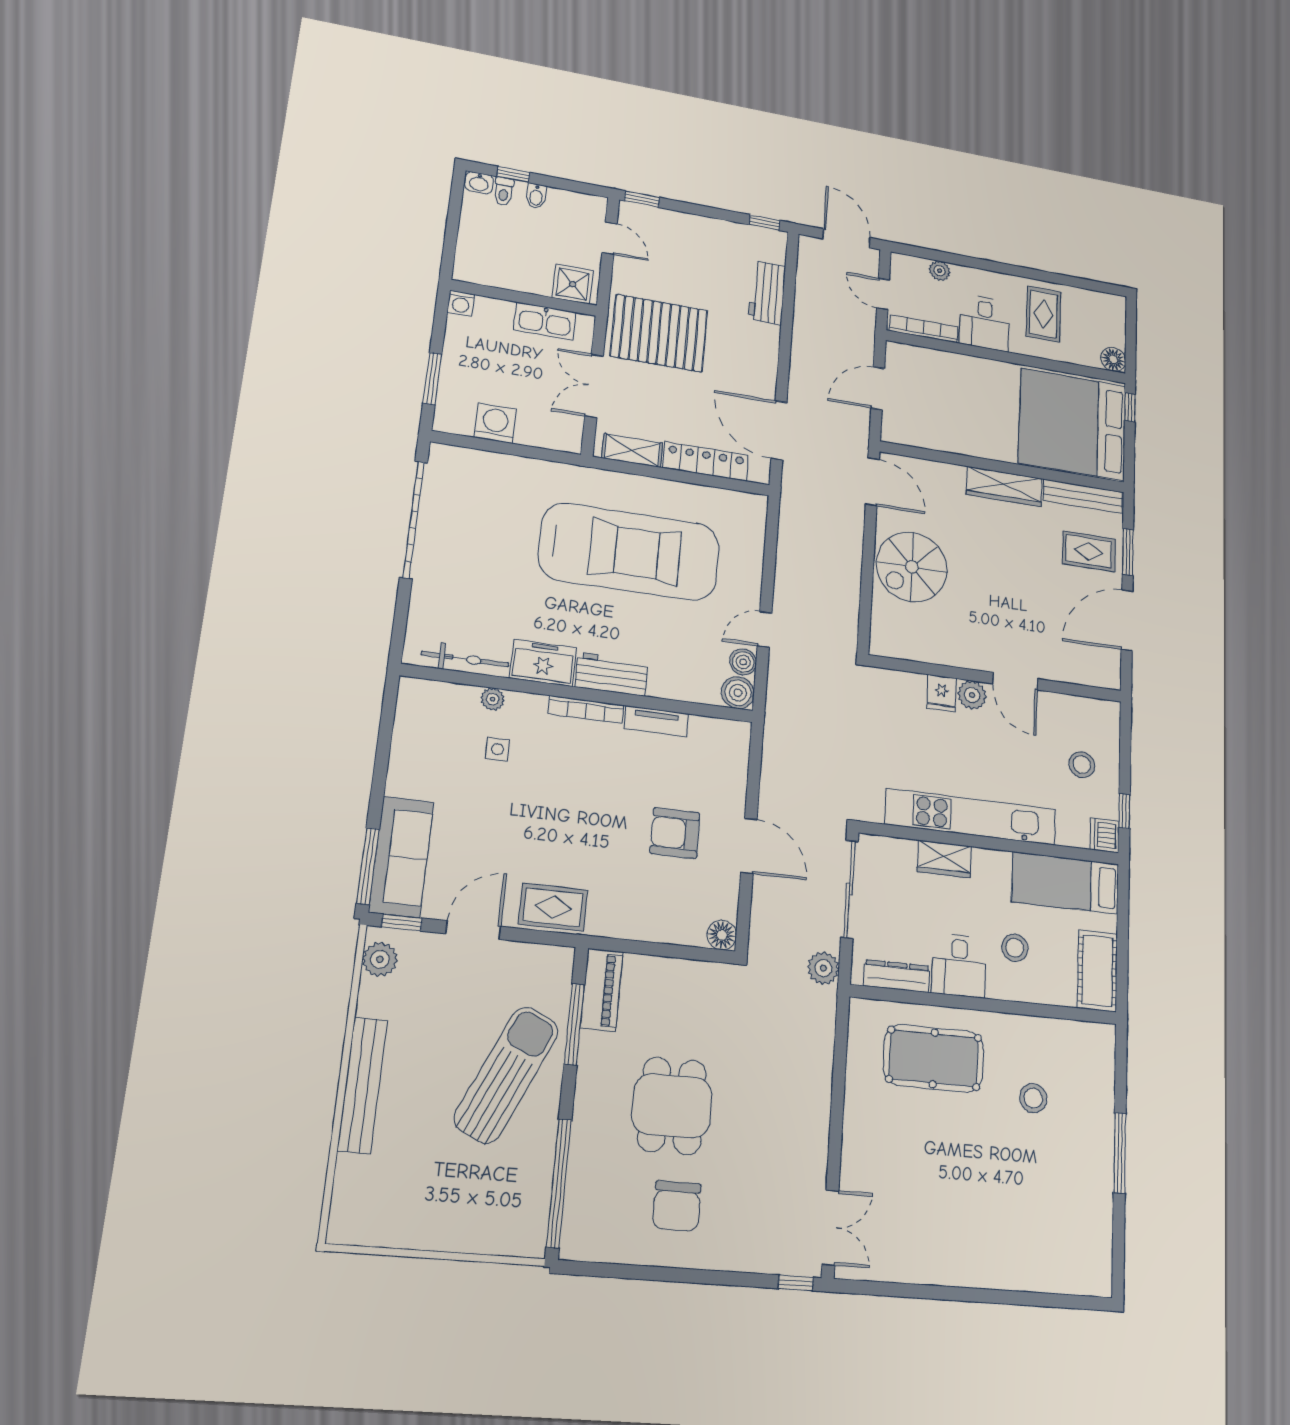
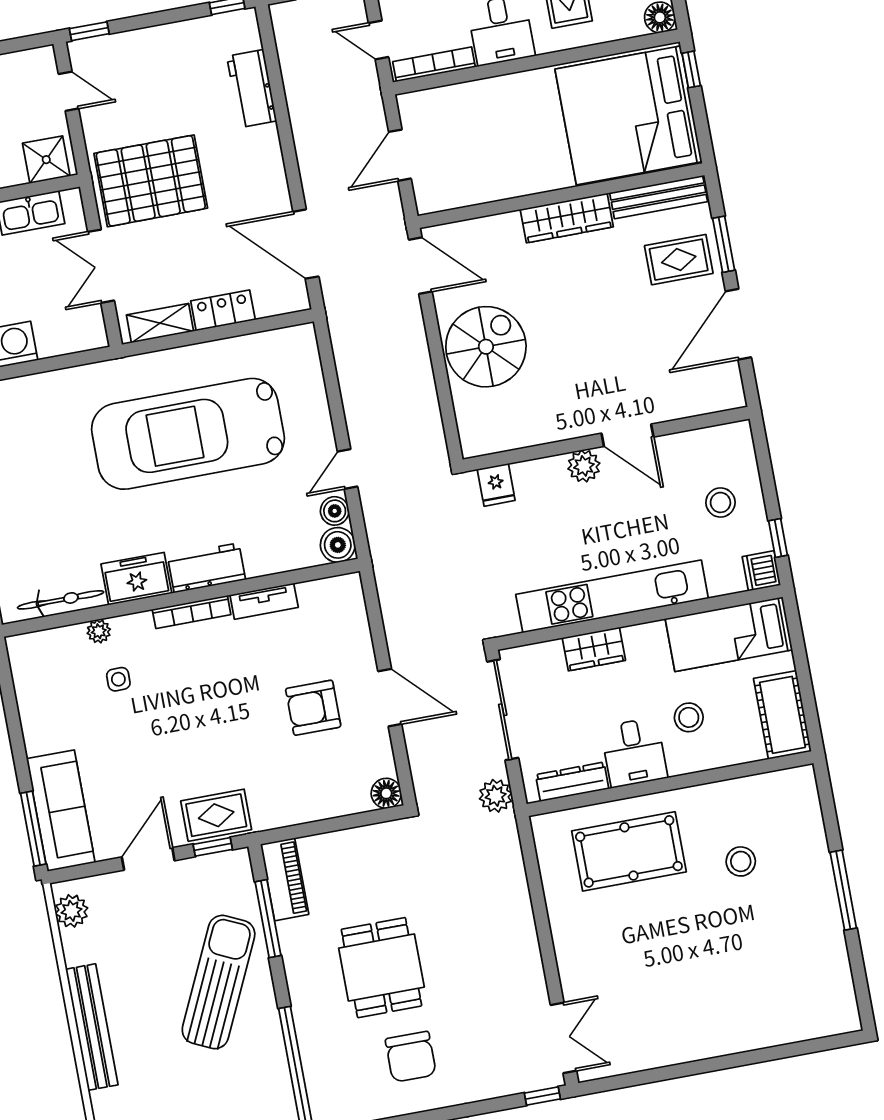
locker: (706, 462) -> (223, 310), width x0.66
car: (630, 552) -> (188, 434), turned 180
spiral stairs: (912, 567) -> (486, 347), turned 180
fridge: (941, 693) -> (496, 485), moved
window: (402, 922) -> (213, 847), moved

